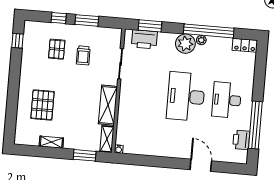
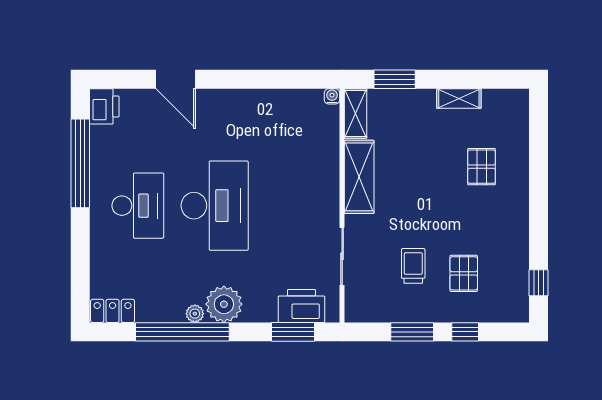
pallet: (42, 105) -> (481, 167), width x0.67, depth x0.71
printer: (241, 140) -> (104, 106), moved

